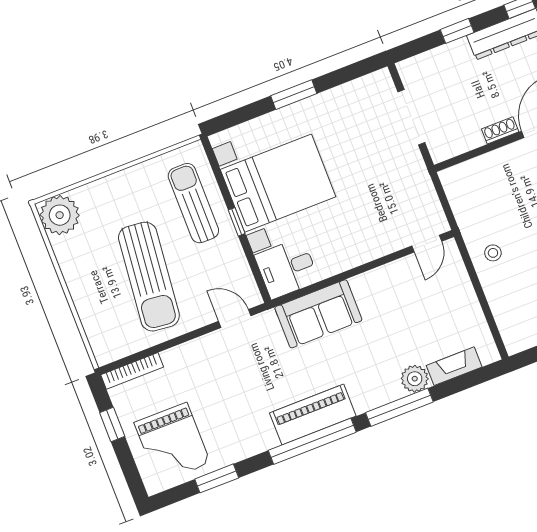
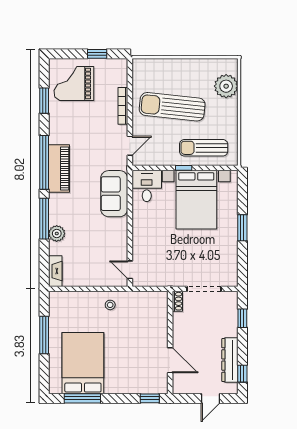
window: (457, 31) -> (242, 318), moved
shoe rack: (500, 130) -> (177, 301), moved
sun lounger: (193, 203) -> (204, 148), turned 180
plant: (60, 215) -> (226, 86), moved
fireplace: (454, 366) -> (55, 271), moved
bookcase: (132, 371) -> (123, 106), moved

